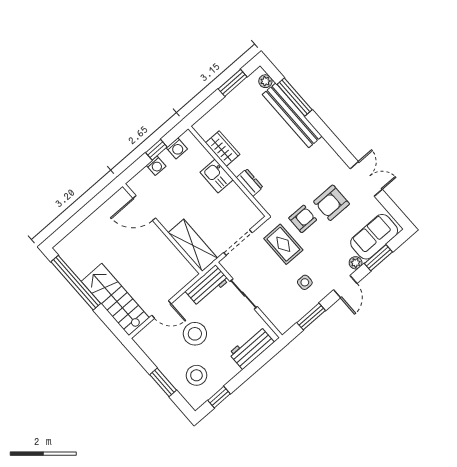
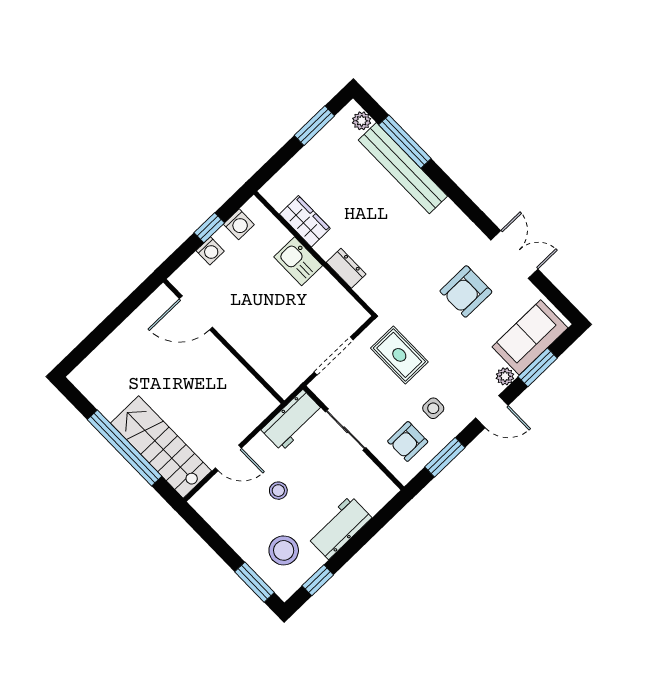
armchair: (303, 219) -> (408, 441), moved, turned 180
shelving: (193, 245) -> (269, 363), removed
window: (76, 283) -> (124, 448), moved
door: (345, 287) -> (492, 412), hinge flipped
stool: (195, 334) -> (278, 491), width x0.53, depth x0.53
workbench: (251, 348) -> (339, 527), moved
window: (163, 382) -> (254, 582), moved

